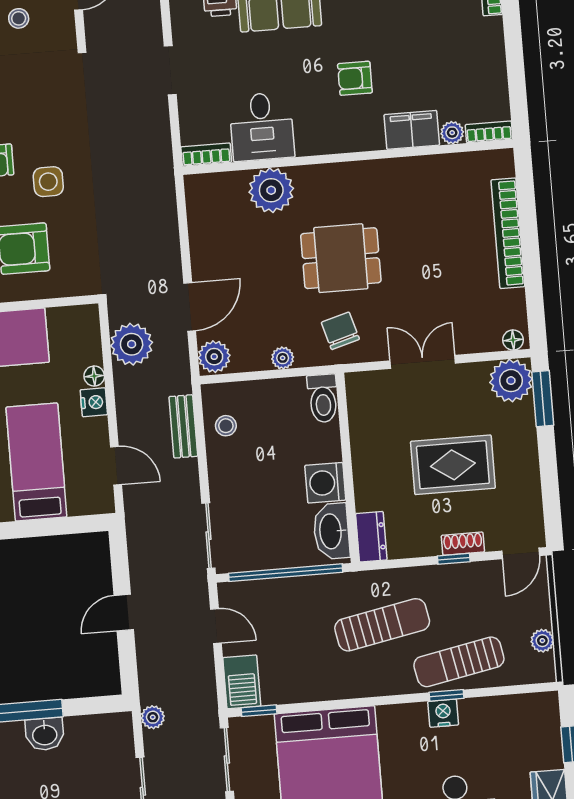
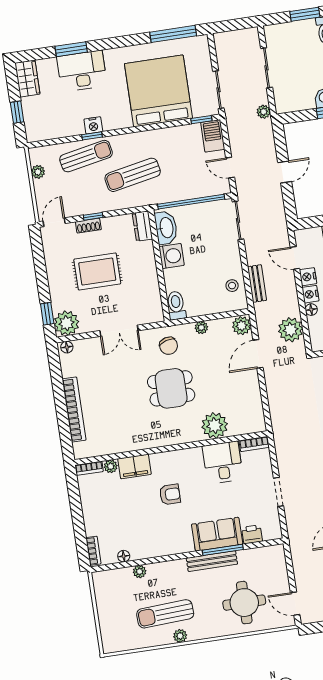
window: (543, 399) -> (47, 314), width x0.67
nightstand: (96, 432) -> (308, 277), added

